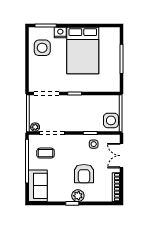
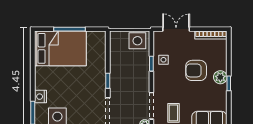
bed: (83, 51) -> (60, 48), moved
double door: (121, 156) -> (176, 29), swing flipped
armchair: (84, 174) -> (196, 70), turned 180

